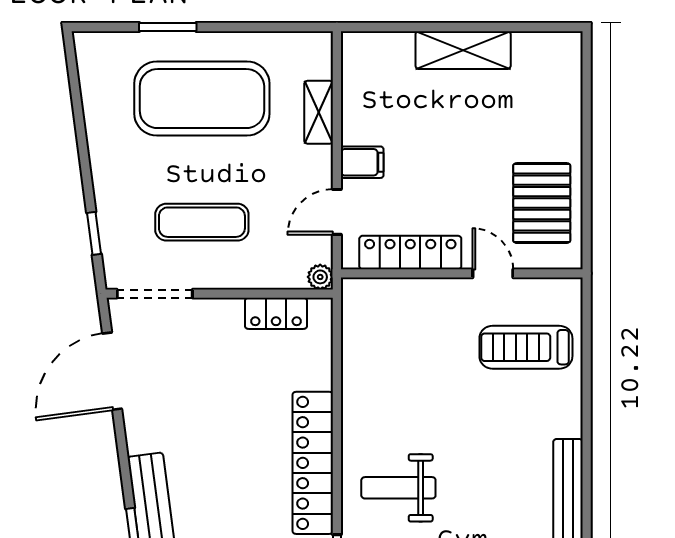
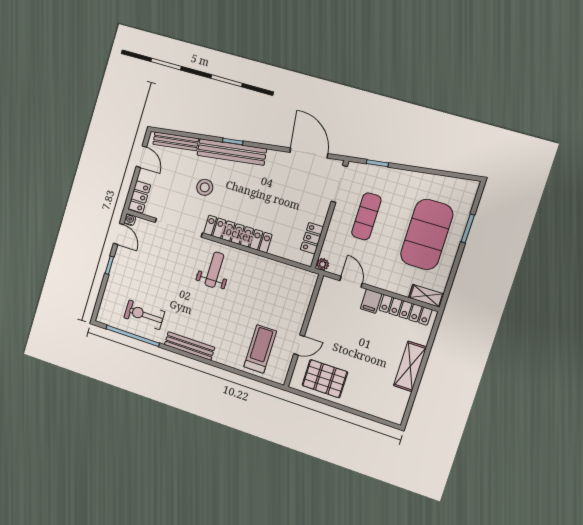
shelving: (319, 112) -> (426, 296), moved
locker: (410, 253) -> (405, 310), moved, turned 90

